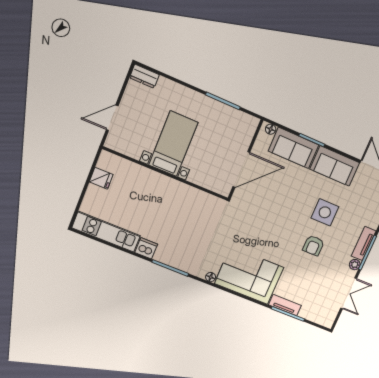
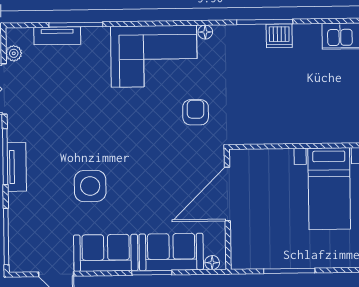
armchair: (313, 246) -> (196, 112), moved
dishwasher: (146, 248) -> (279, 36), moved
plant: (355, 265) -> (14, 53), moved
tv unit: (285, 305) -> (57, 36), moved

